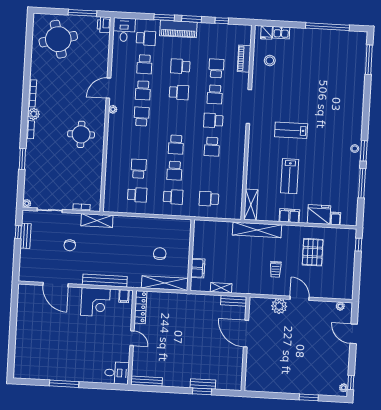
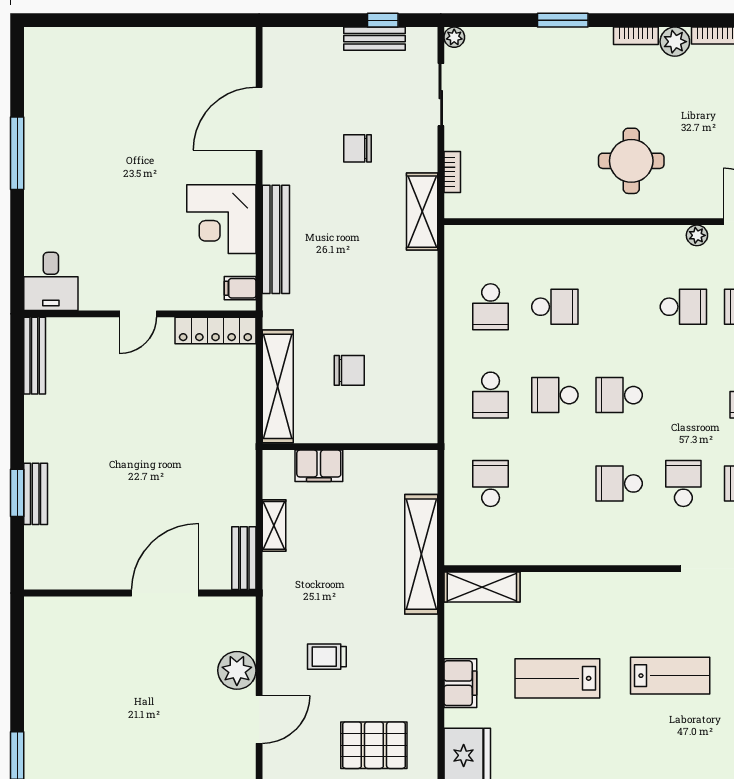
lab bench: (291, 130) -> (670, 676), turned 90
shelving: (257, 230) -> (421, 554), moved

